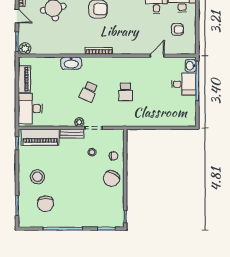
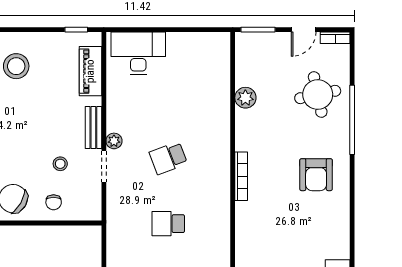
plant: (25, 49) -> (245, 98), moved
washbasin: (71, 63) -> (219, 126), removed
piano: (24, 79) -> (191, 43), removed
school desk: (89, 92) -> (168, 158), turned -45
piano: (40, 137) -> (90, 71), width x0.73, depth x0.75

